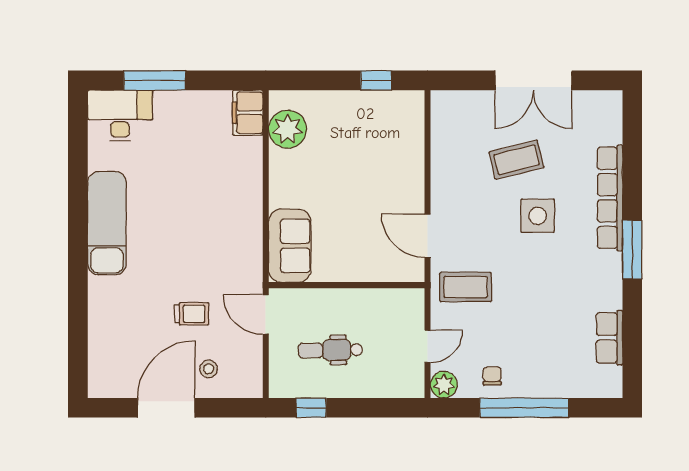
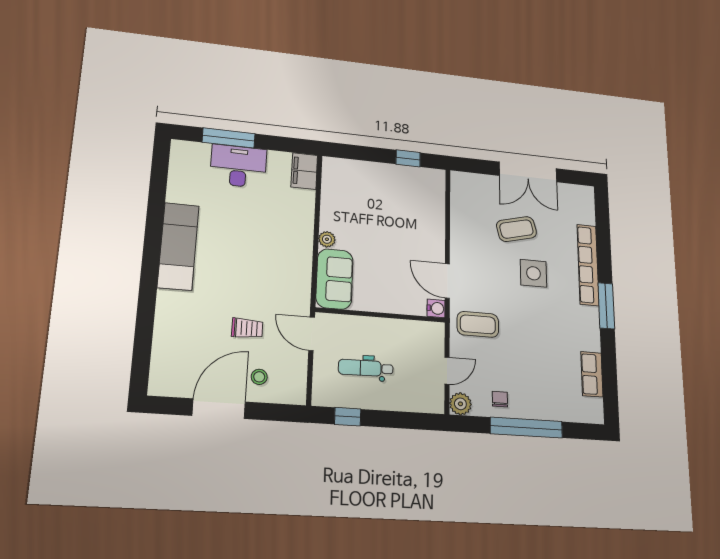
desk: (120, 116) -> (238, 166), moved
plant: (288, 129) -> (327, 239), moved, width x0.53, depth x0.53
water cooler: (414, 271) -> (436, 308), added

